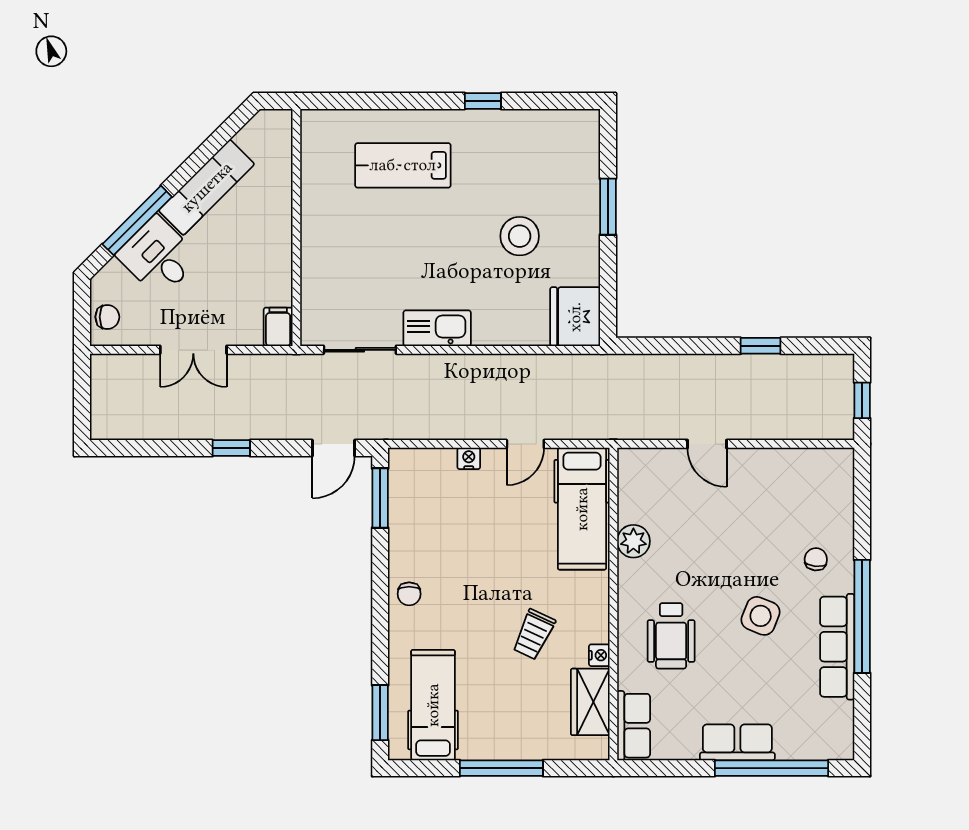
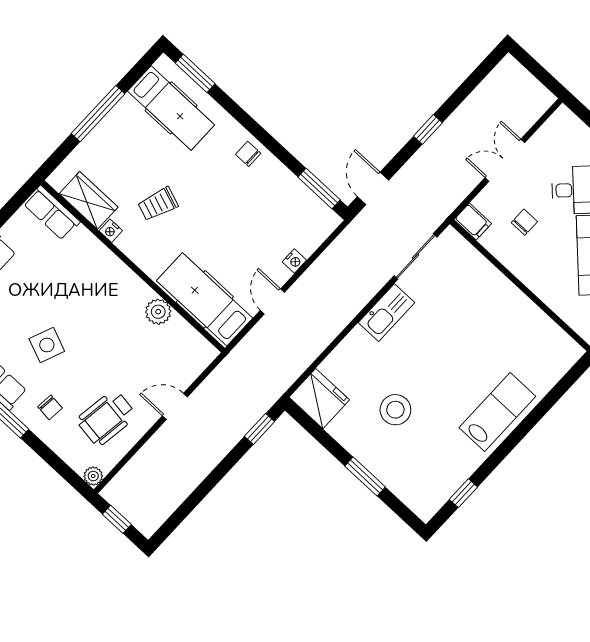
window: (483, 101) -> (463, 493), moved
lab bench: (403, 165) -> (497, 412), moved
chair: (107, 317) -> (524, 222), moved, turned 180
window: (761, 346) -> (260, 429), moved
plant: (842, 460) -> (93, 476), added
trolley: (534, 634) -> (158, 204), turned -95
wheelchair: (671, 636) -> (106, 418), moved, turned -82

